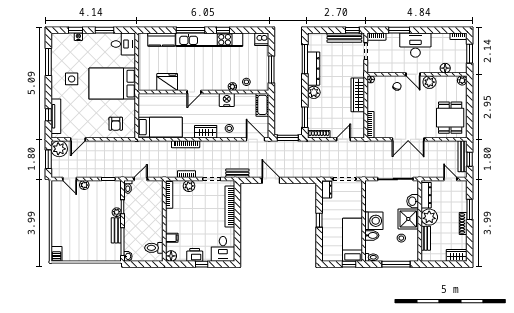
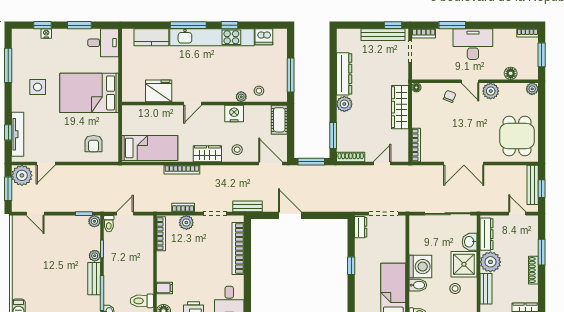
dishwasher: (262, 39) -> (264, 37), moved
window: (305, 59) -> (333, 62), removed
plant: (84, 185) -> (94, 221), moved

